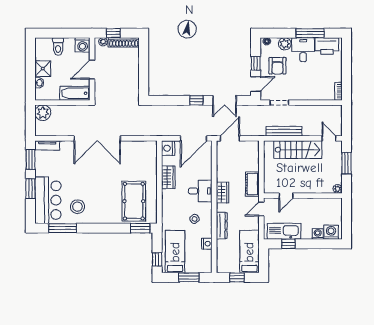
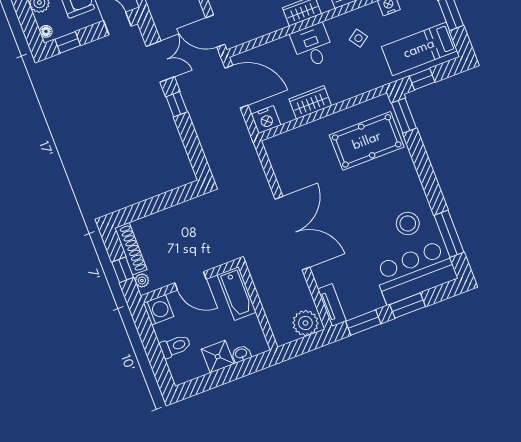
window: (256, 63) -> (68, 42), moved
plant: (43, 113) -> (305, 323), moved
window: (157, 259) -> (422, 79), moved

